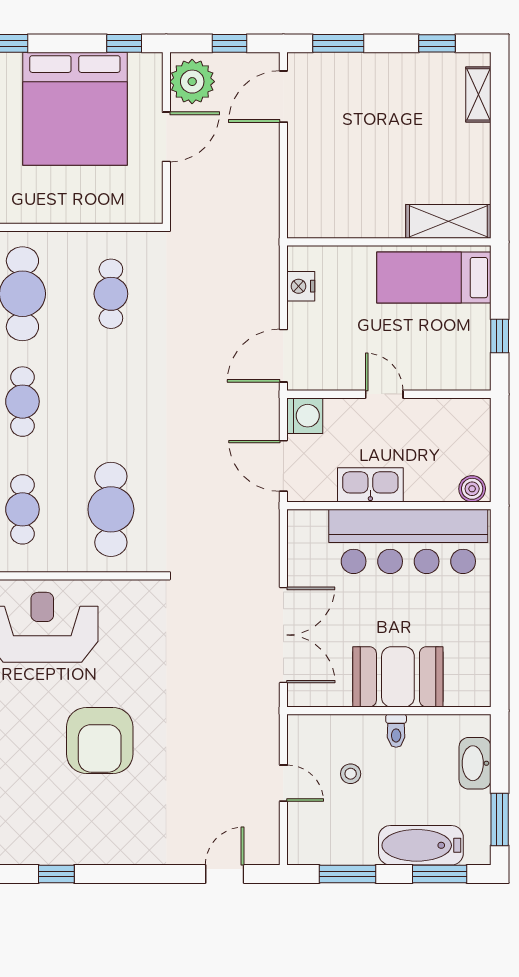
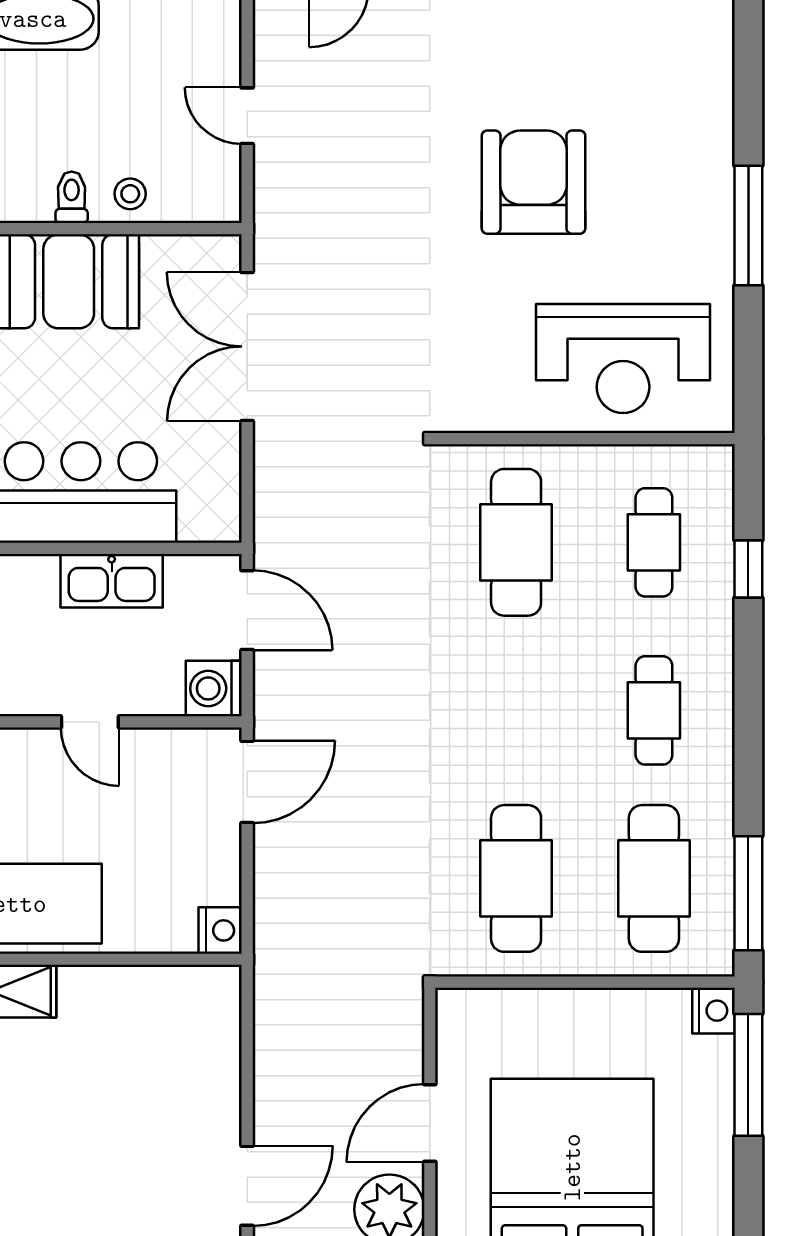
nightstand: (301, 286) -> (220, 930), moved
cafe table: (111, 294) -> (516, 878), width x1.37, depth x1.35
stool: (351, 774) -> (130, 194), moved

